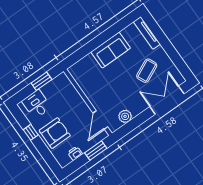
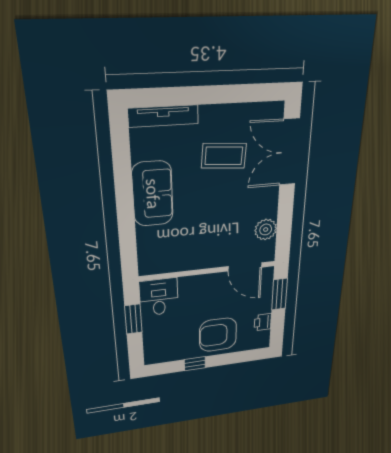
coffee table: (147, 71) -> (224, 156), turned -61
desk: (37, 104) -> (159, 297), moved, turned 90
armchair: (55, 133) -> (218, 335), turned -90

